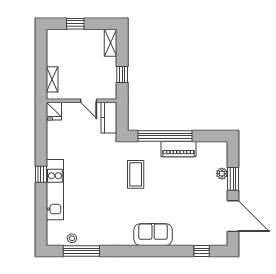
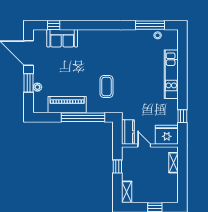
fridge: (54, 111) -> (167, 135), width x1.88, depth x1.34
piano: (178, 149) -> (67, 105), width x1.37, depth x1.33
window: (41, 174) -> (182, 116), moved
sofa: (153, 235) -> (62, 38), moved

